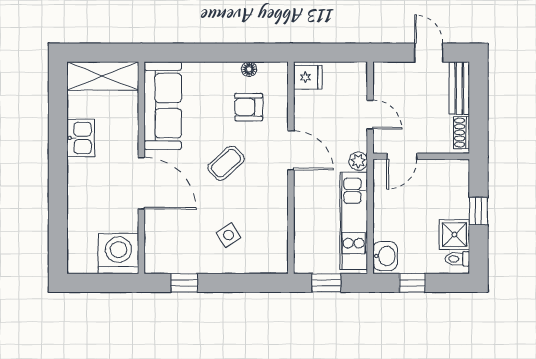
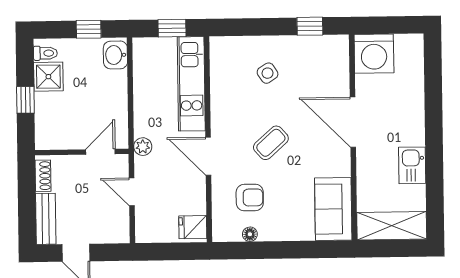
sofa: (163, 106) -> (333, 209), width x0.73
kitchen unit: (354, 221) -> (191, 84), moved, turned 180

